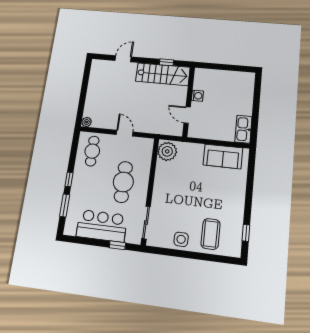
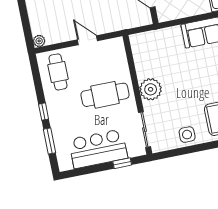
plant: (167, 151) -> (151, 89), moved
cafe table: (123, 182) -> (105, 95), turned 90

